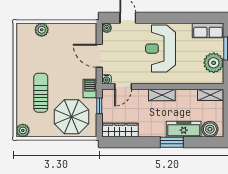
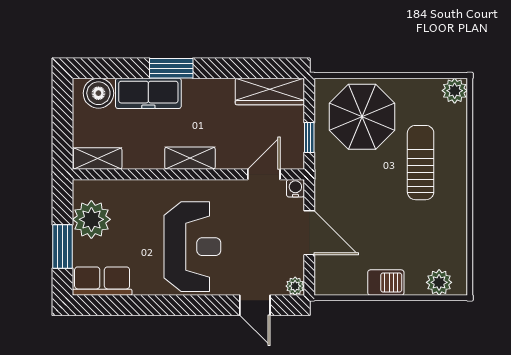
plant: (42, 30) -> (439, 282), moved
barbecue: (90, 88) -> (386, 283), moved, turned -90
sun lounger: (41, 93) -> (421, 163), turned 180

